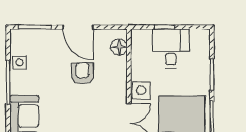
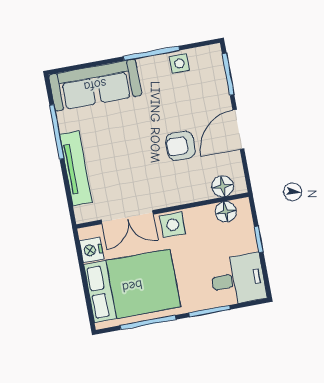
floor lamp: (139, 48) -> (226, 212), added
desk: (171, 48) -> (238, 280), moved
armchair: (82, 73) -> (180, 146), turned 180

